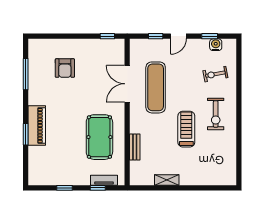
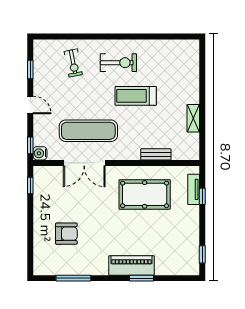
window: (156, 36) -> (30, 145), moved
water cooler: (216, 45) -> (40, 153), moved
window: (64, 188) -> (202, 254), moved

